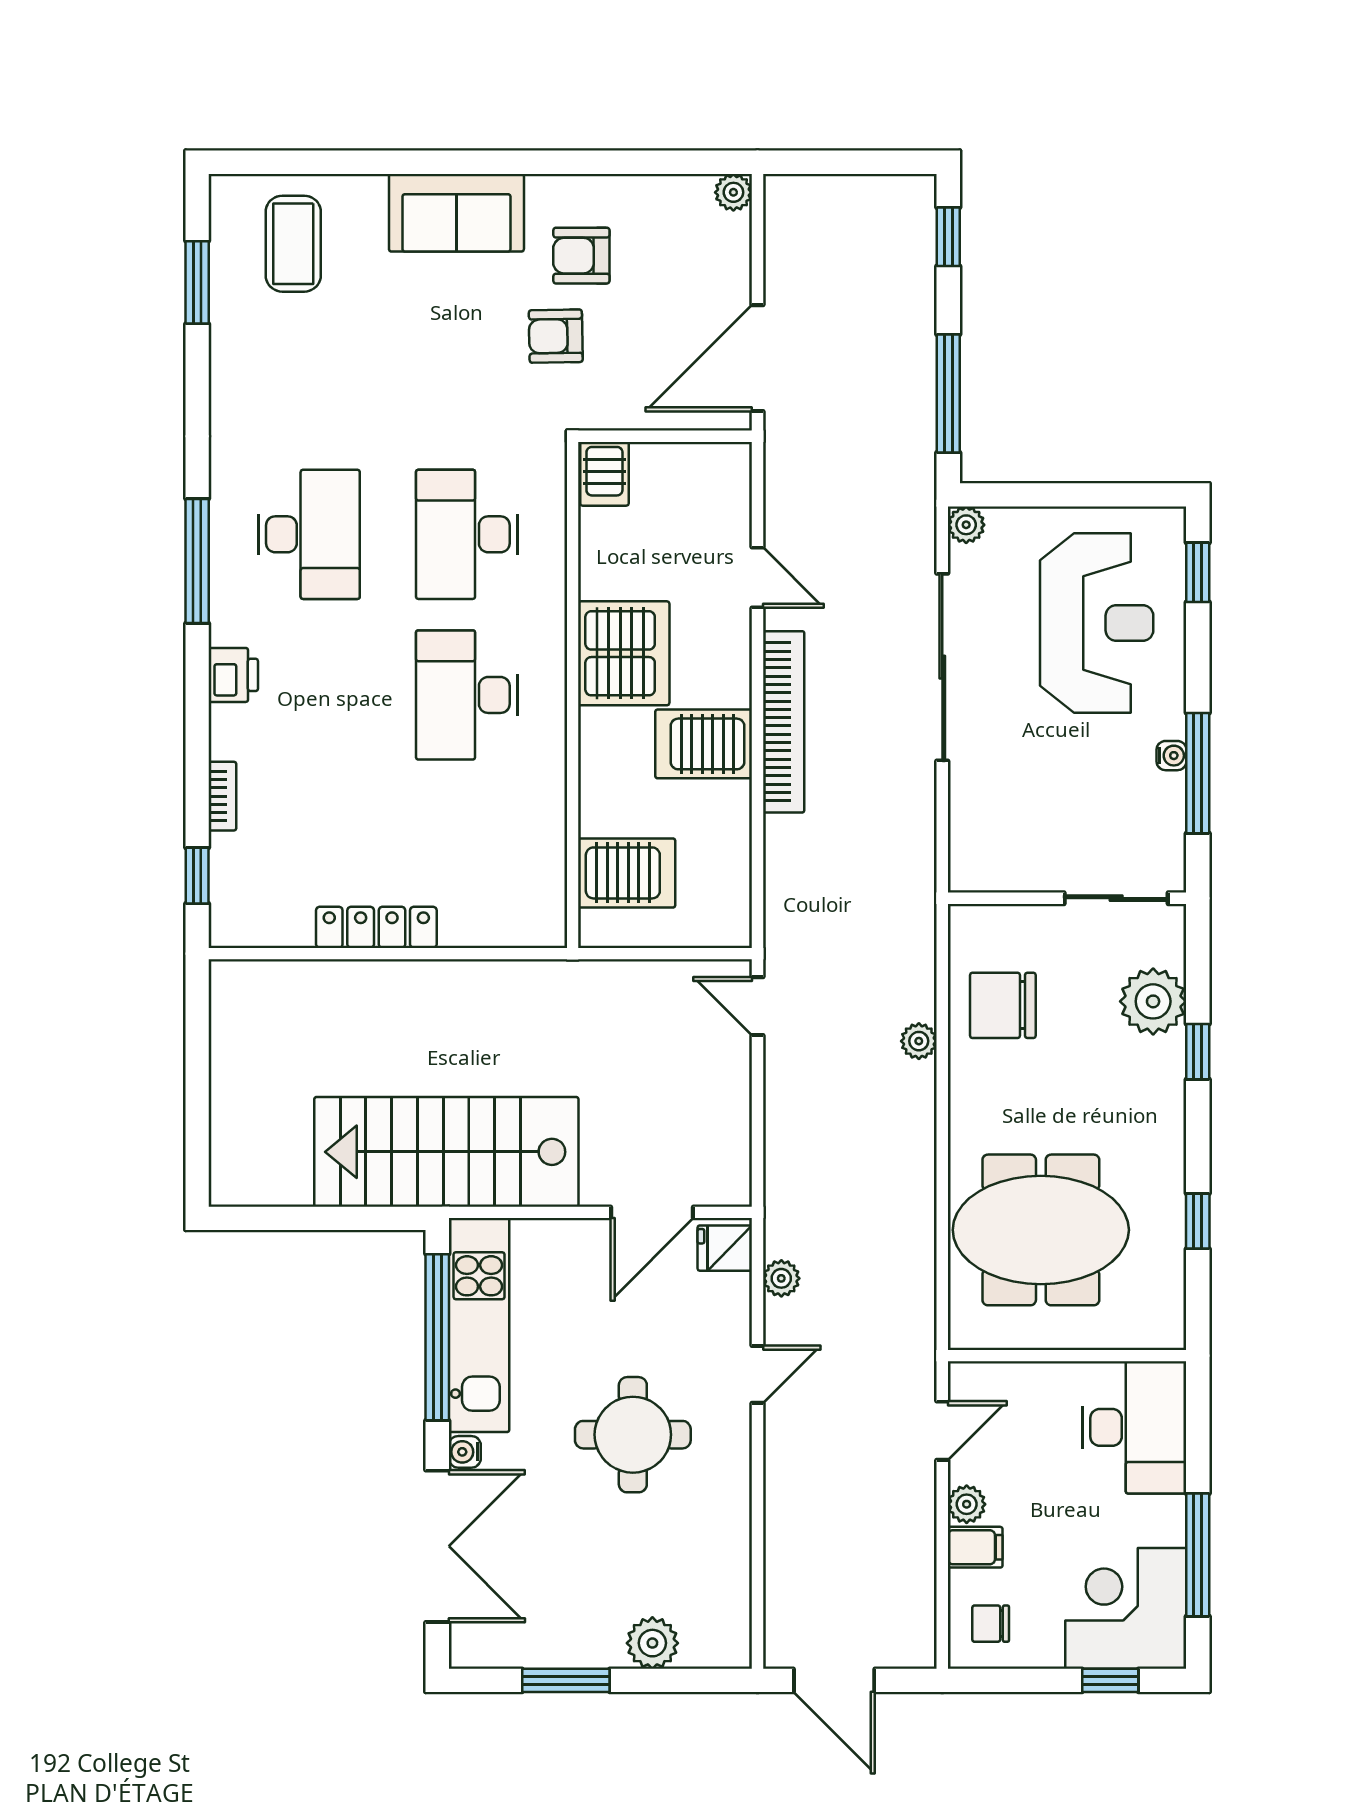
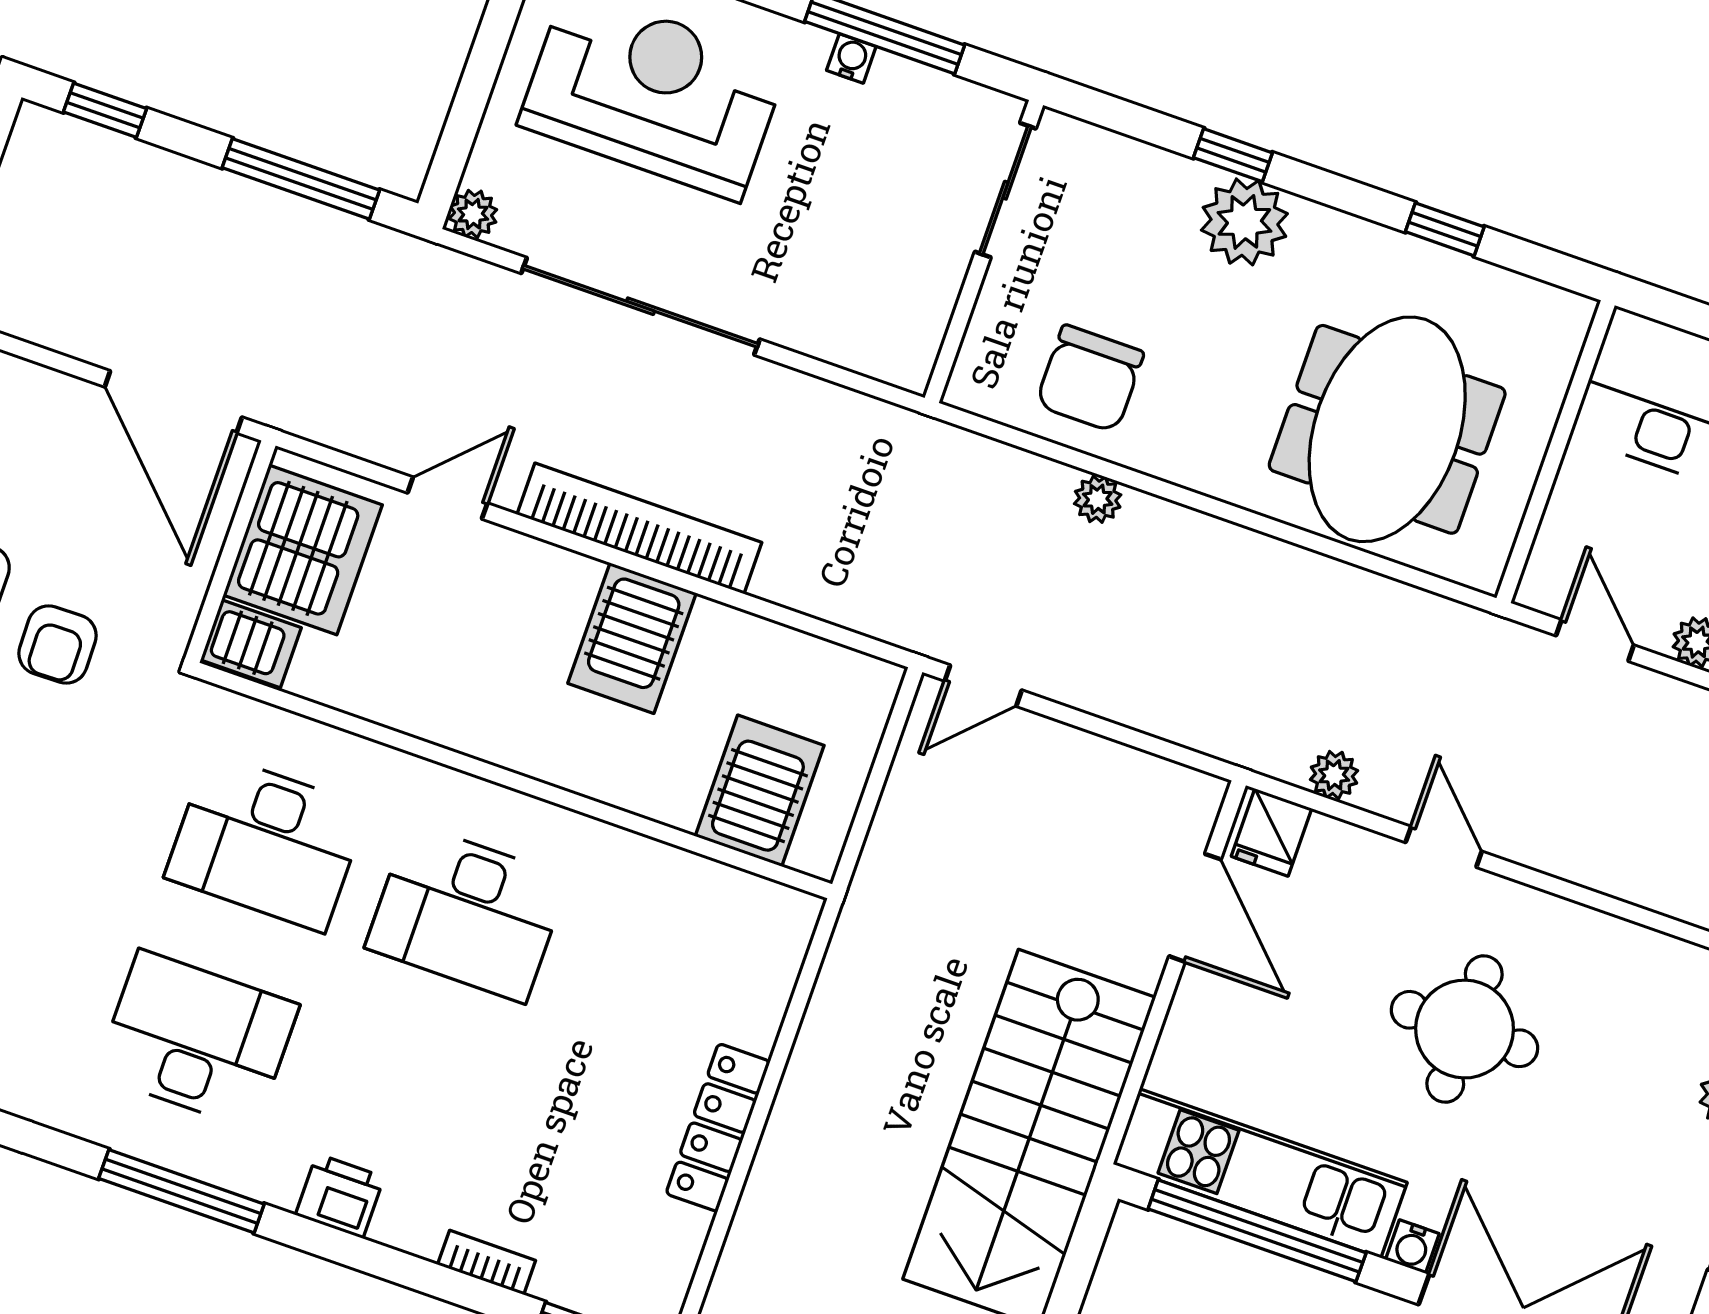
server rack: (624, 653) -> (303, 550), moved, turned 90
plant: (1153, 1001) -> (1244, 222), moved

